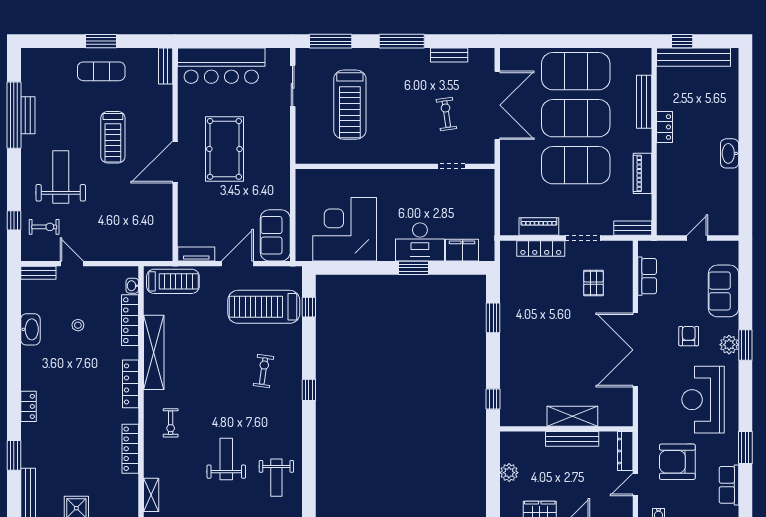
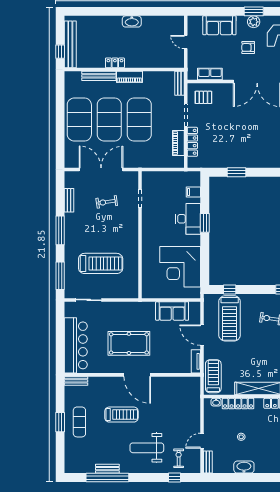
piano: (643, 173) -> (130, 77), moved
sofa: (275, 235) -> (172, 311), moved
filing cabinet: (462, 250) -> (193, 192), width x0.50
pallet: (593, 283) -> (203, 97), moved

